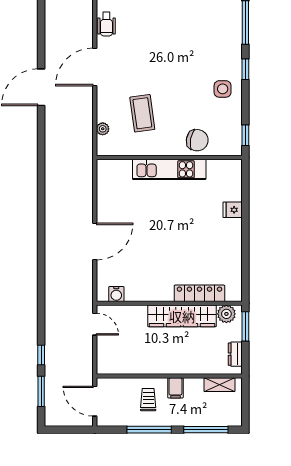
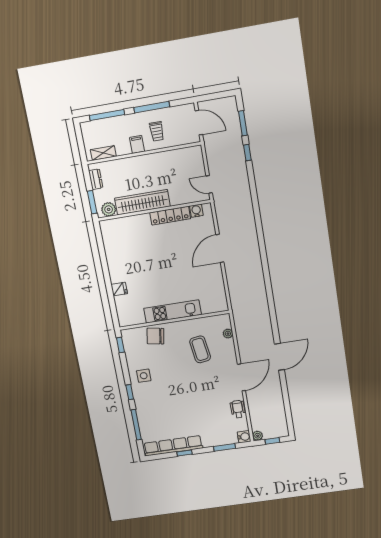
locker: (199, 293) -> (170, 216), moved

